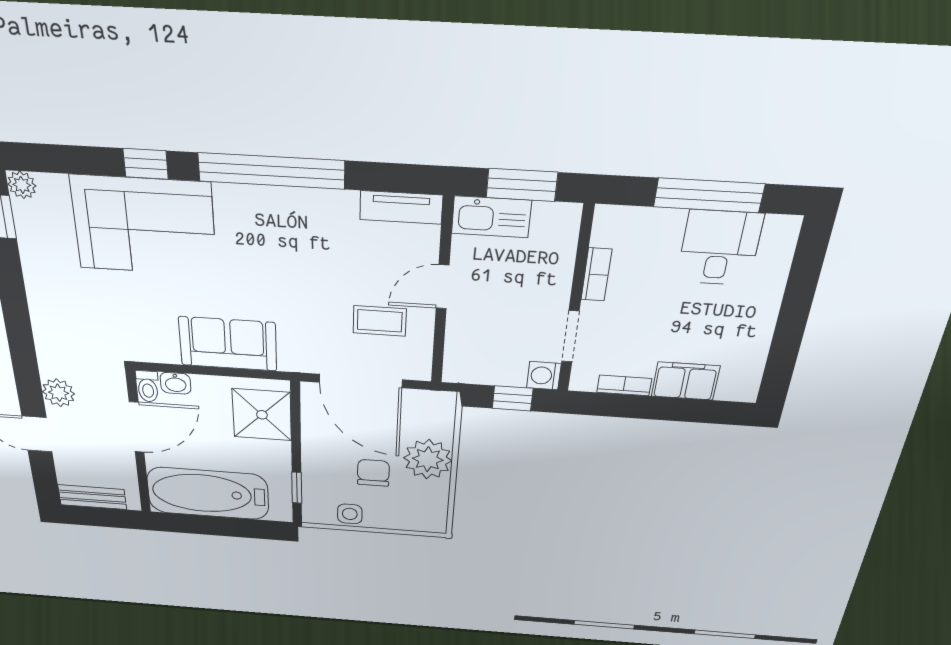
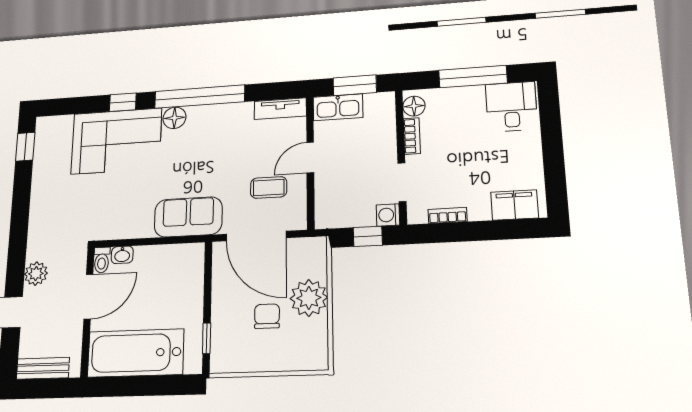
plant: (22, 185) -> (44, 125), removed
floor lamp: (233, 201) -> (174, 118), added
floor lamp: (608, 230) -> (414, 106), added
desk: (719, 248) -> (511, 107), moved
sofa: (228, 344) -> (188, 217), moved
filing cabinet: (685, 381) -> (515, 205), moved
shower: (262, 415) -> (183, 274), removed
side table: (350, 514) -> (249, 359), removed

